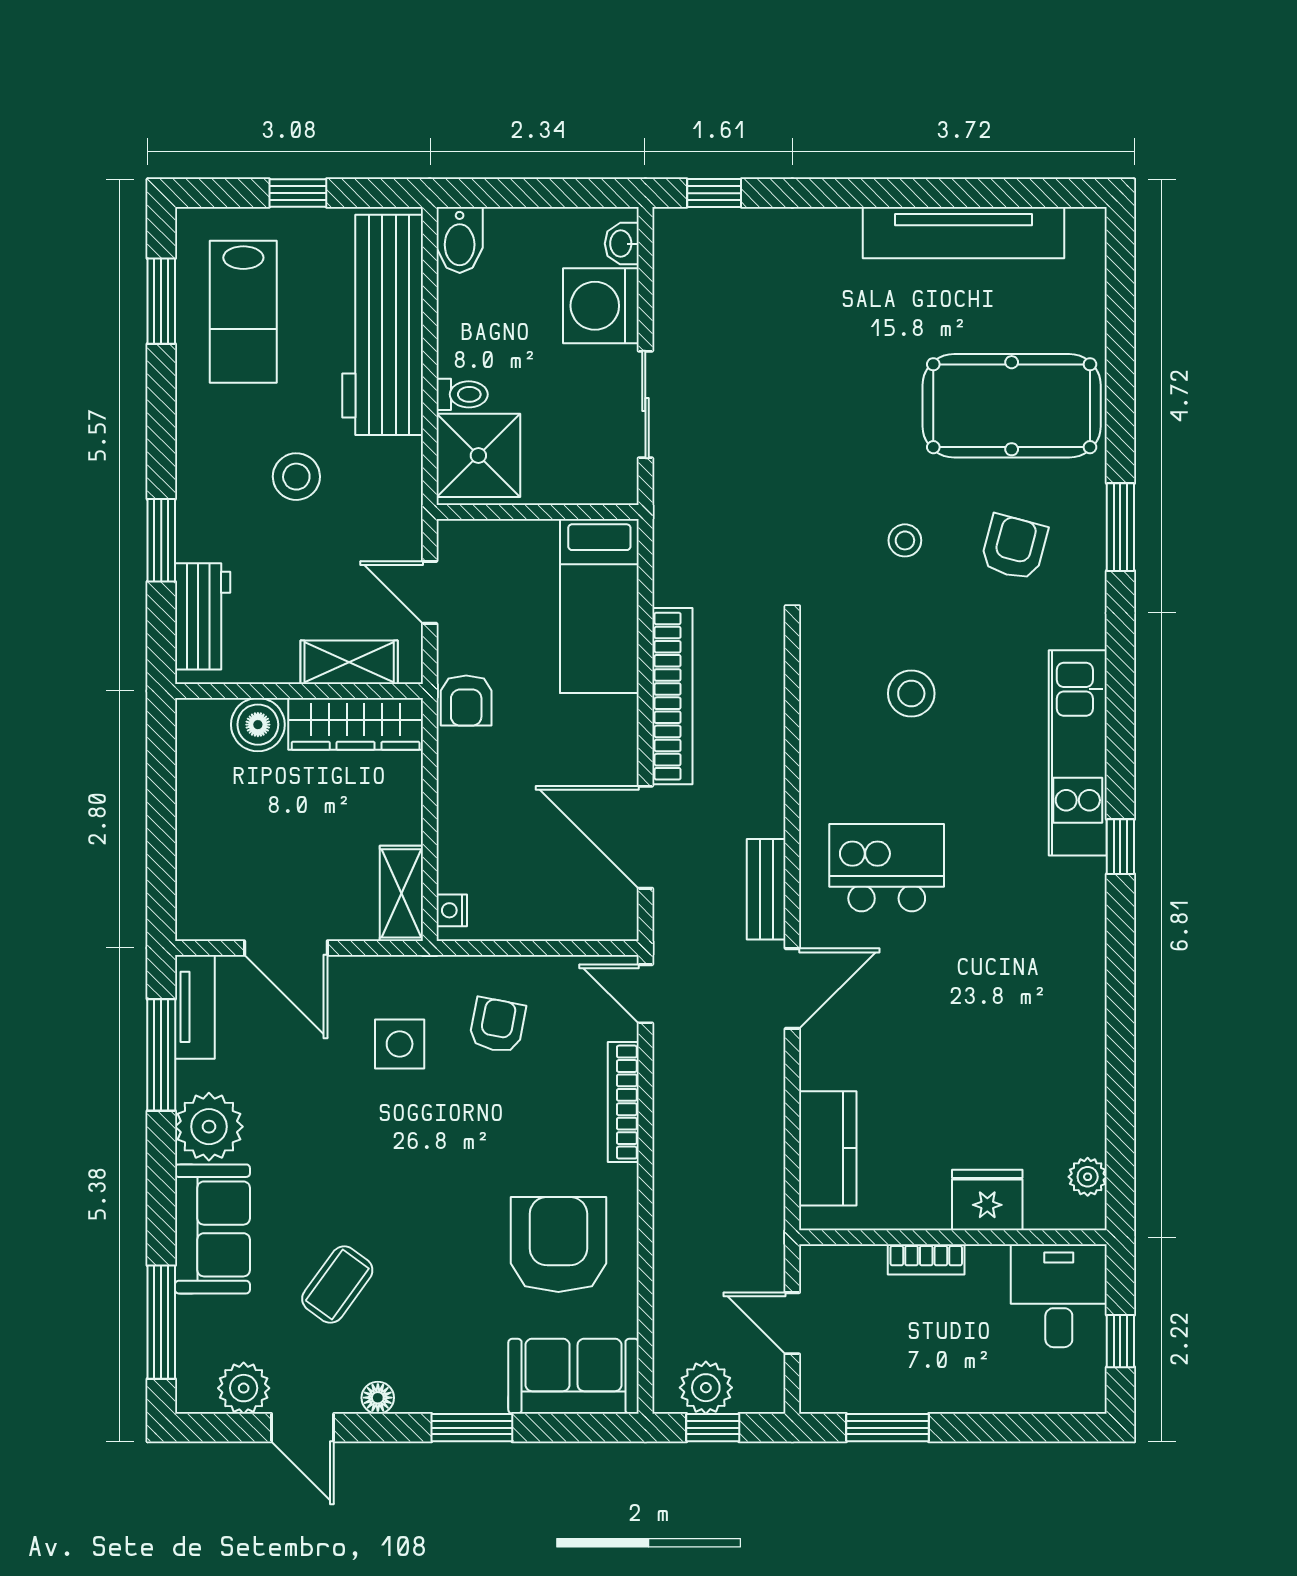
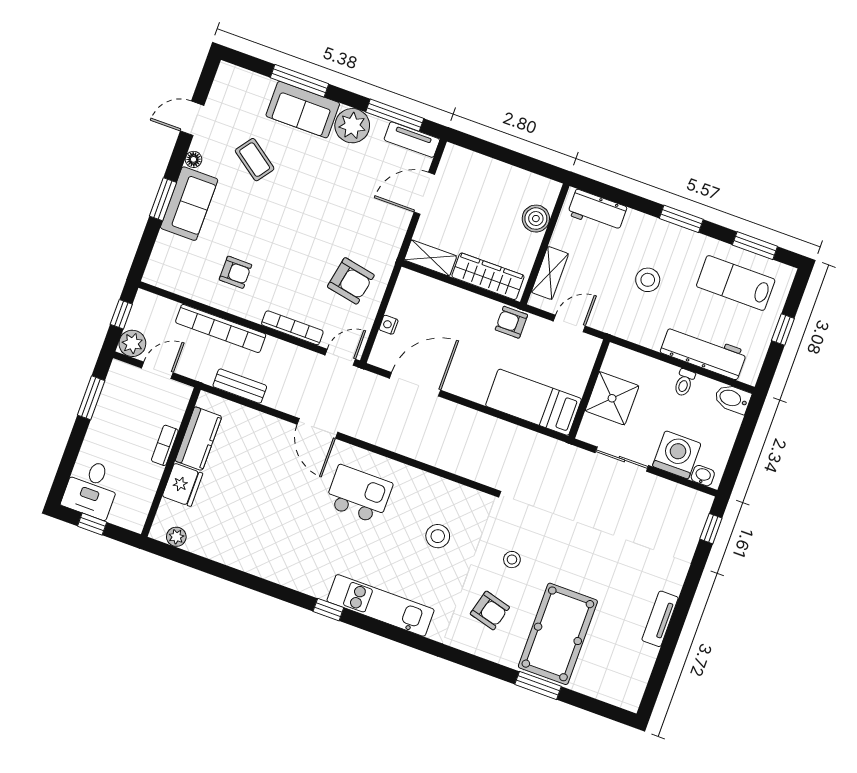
tv unit: (964, 233) -> (660, 619), width x0.52, depth x0.78
workbench: (383, 325) -> (704, 352), width x0.73, depth x0.76
toilet: (462, 394) -> (684, 383), moved
shower: (478, 455) -> (612, 398), moved
window: (1120, 527) -> (538, 685), moved
window: (161, 540) -> (681, 219), moved
bookcase: (672, 696) -> (221, 328), moved
wardrobe: (356, 724) -> (488, 276), moved, turned 90
kitchen island: (887, 868) -> (359, 494), turned -90
bench: (766, 889) -> (240, 386), moved
nightstand: (452, 910) -> (389, 325), moved, turned -90
armchair: (497, 1025) -> (351, 281), width x1.38, depth x1.38
side table: (400, 1044) -> (359, 231), removed
kitchen counter: (828, 1148) -> (198, 439), moved, turned -90
armchair: (558, 1244) -> (235, 272), width x0.53, depth x0.53
desk: (1059, 1296) -> (92, 489), moved, turned 90
window: (161, 1322) -> (299, 81), moved
sofa: (574, 1376) -> (189, 204), moved
plant: (244, 1388) -> (221, 97), removed
plant: (706, 1388) -> (132, 343), moved

